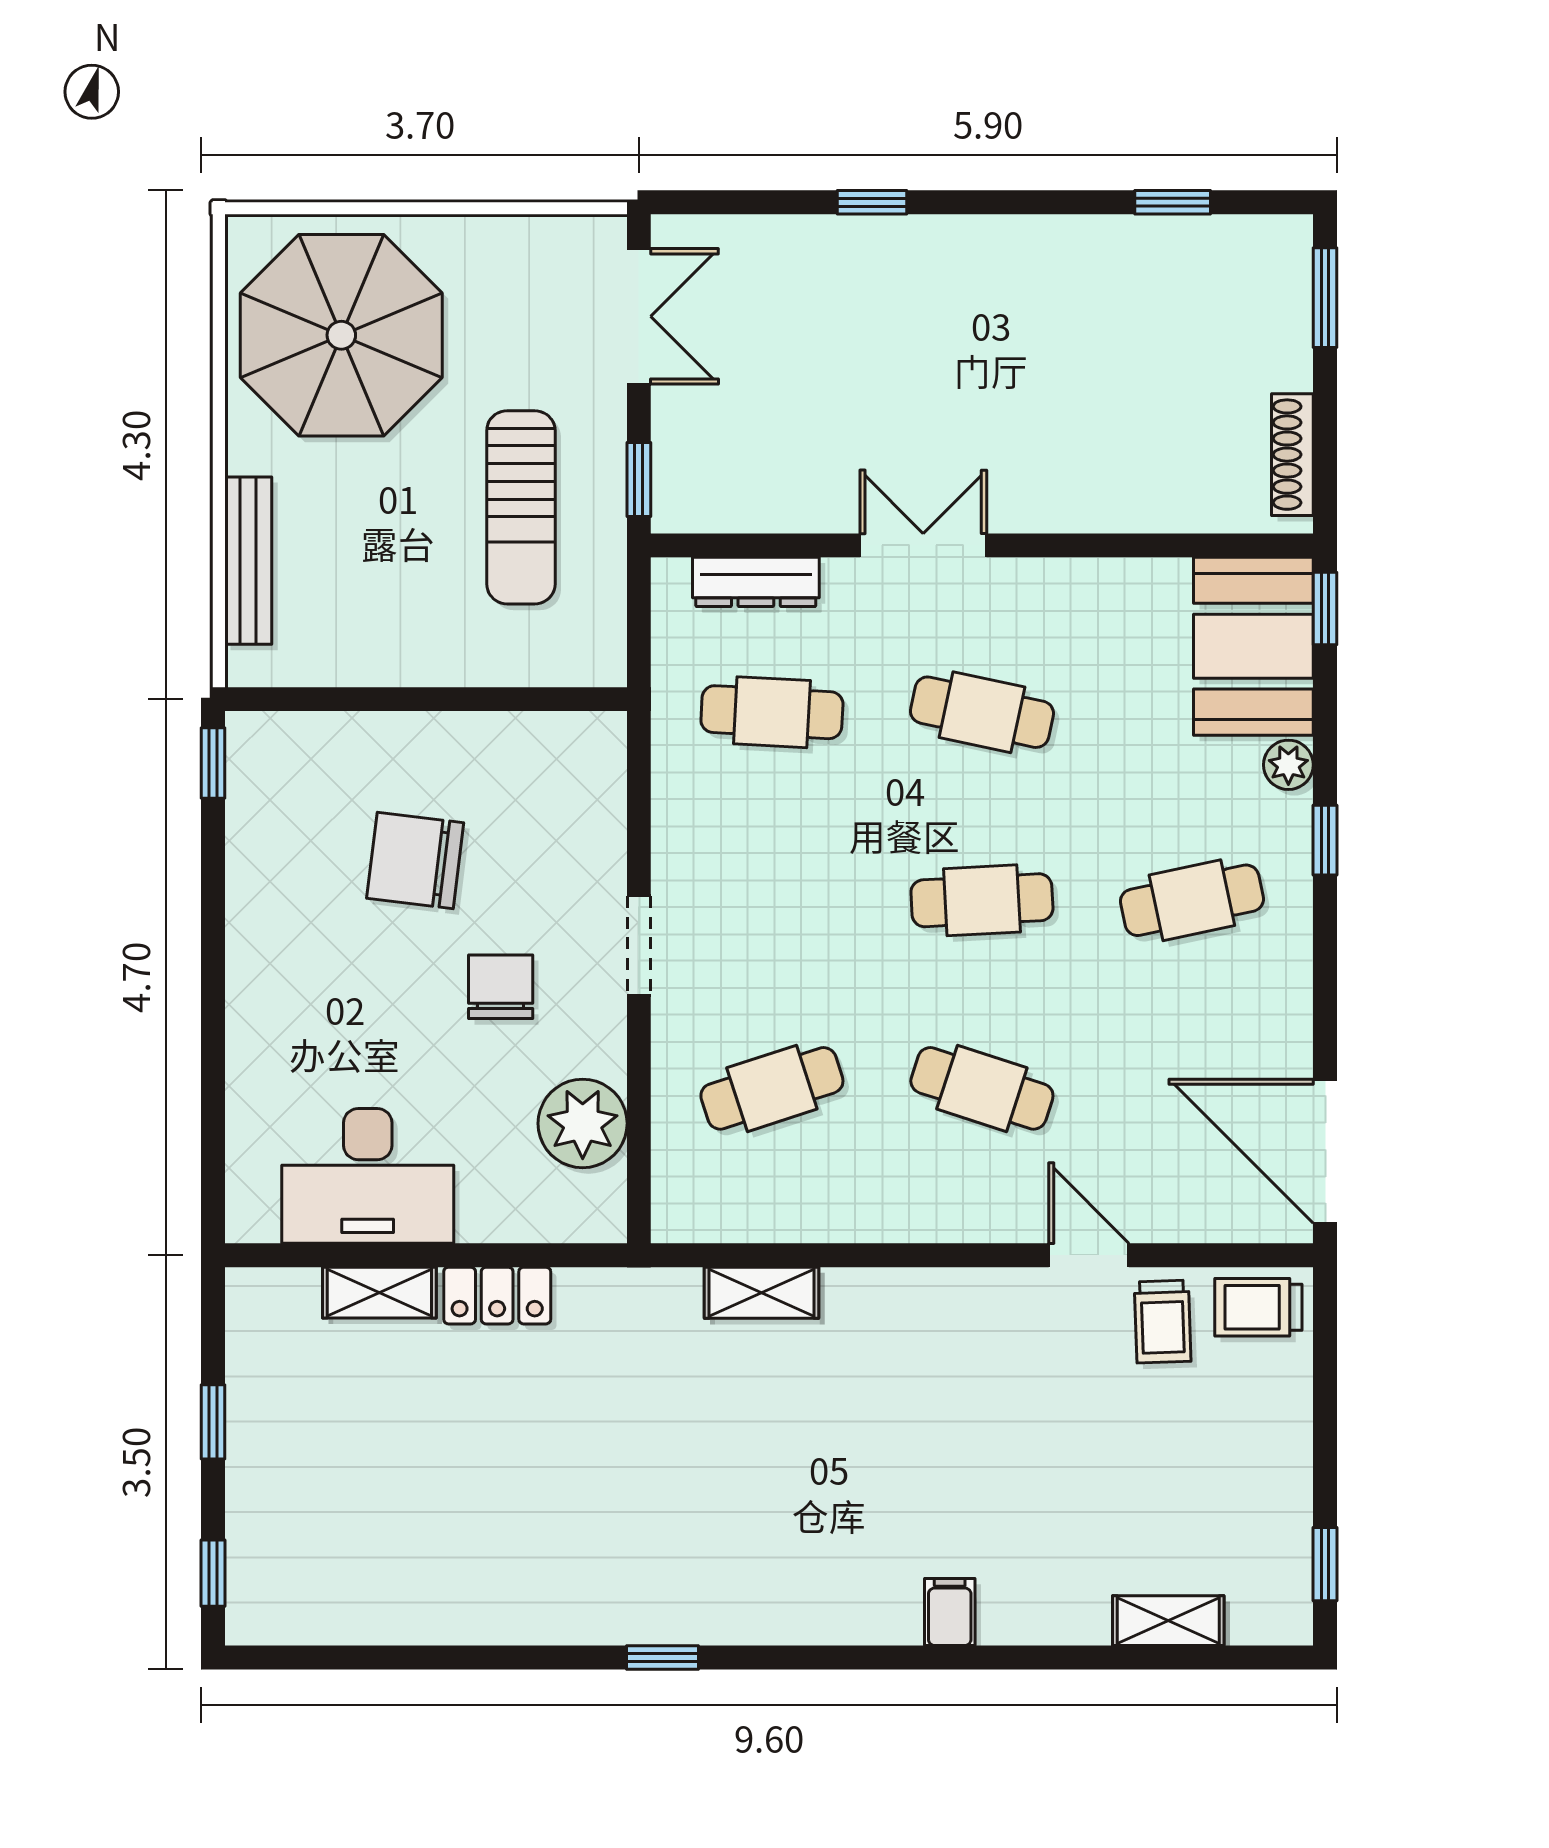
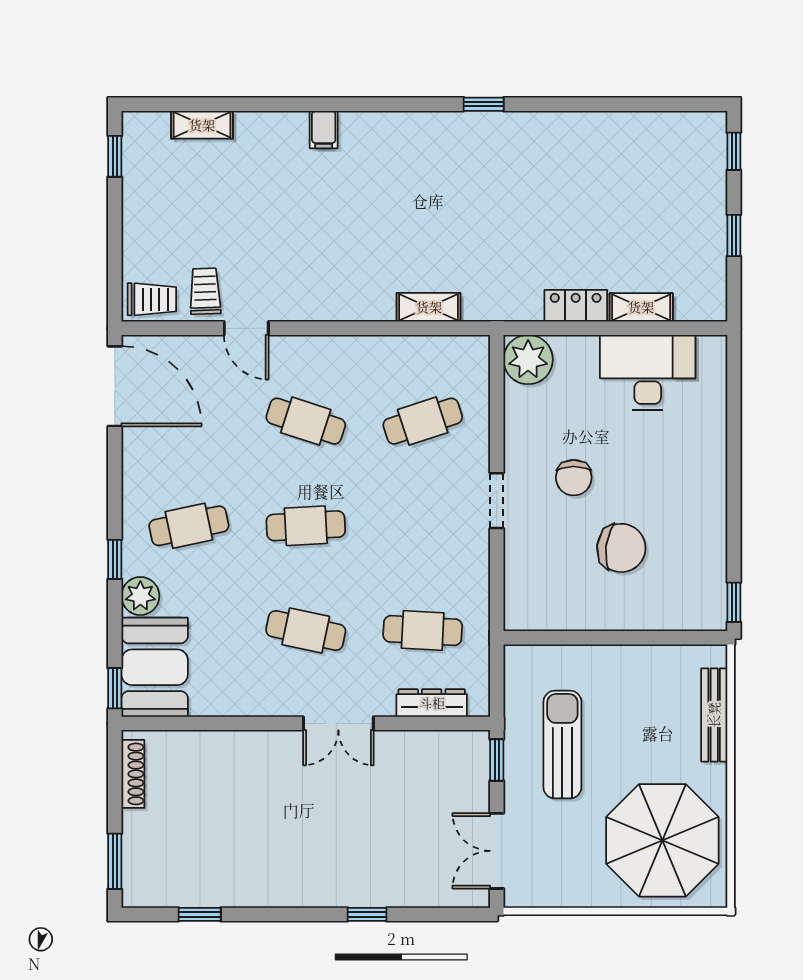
plant: (1288, 765) -> (140, 596), width x1.38, depth x1.38
plant: (583, 1123) -> (528, 360), moved

